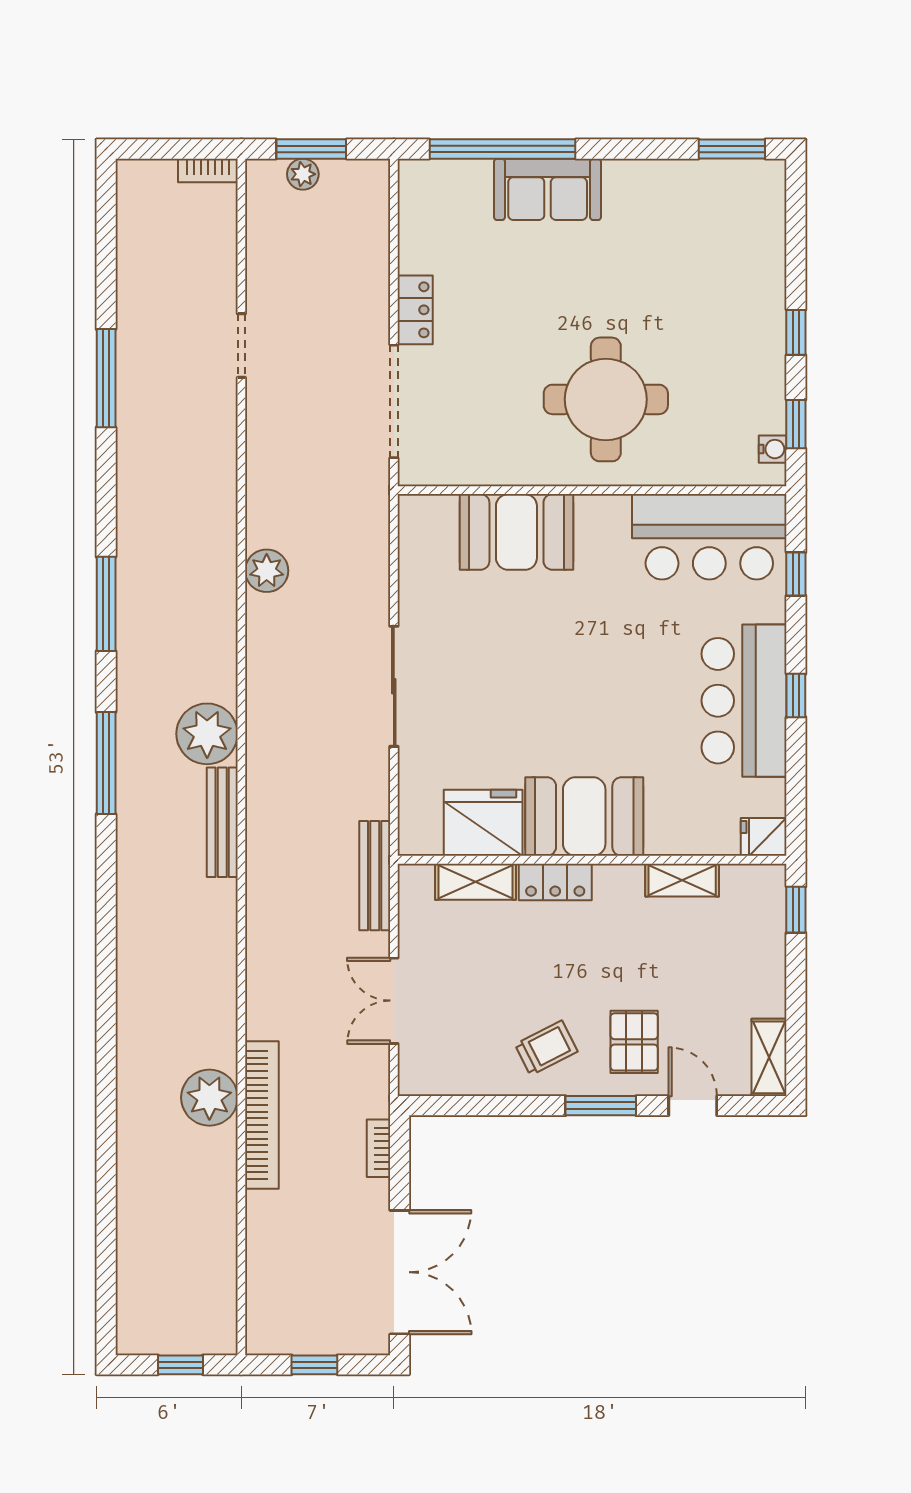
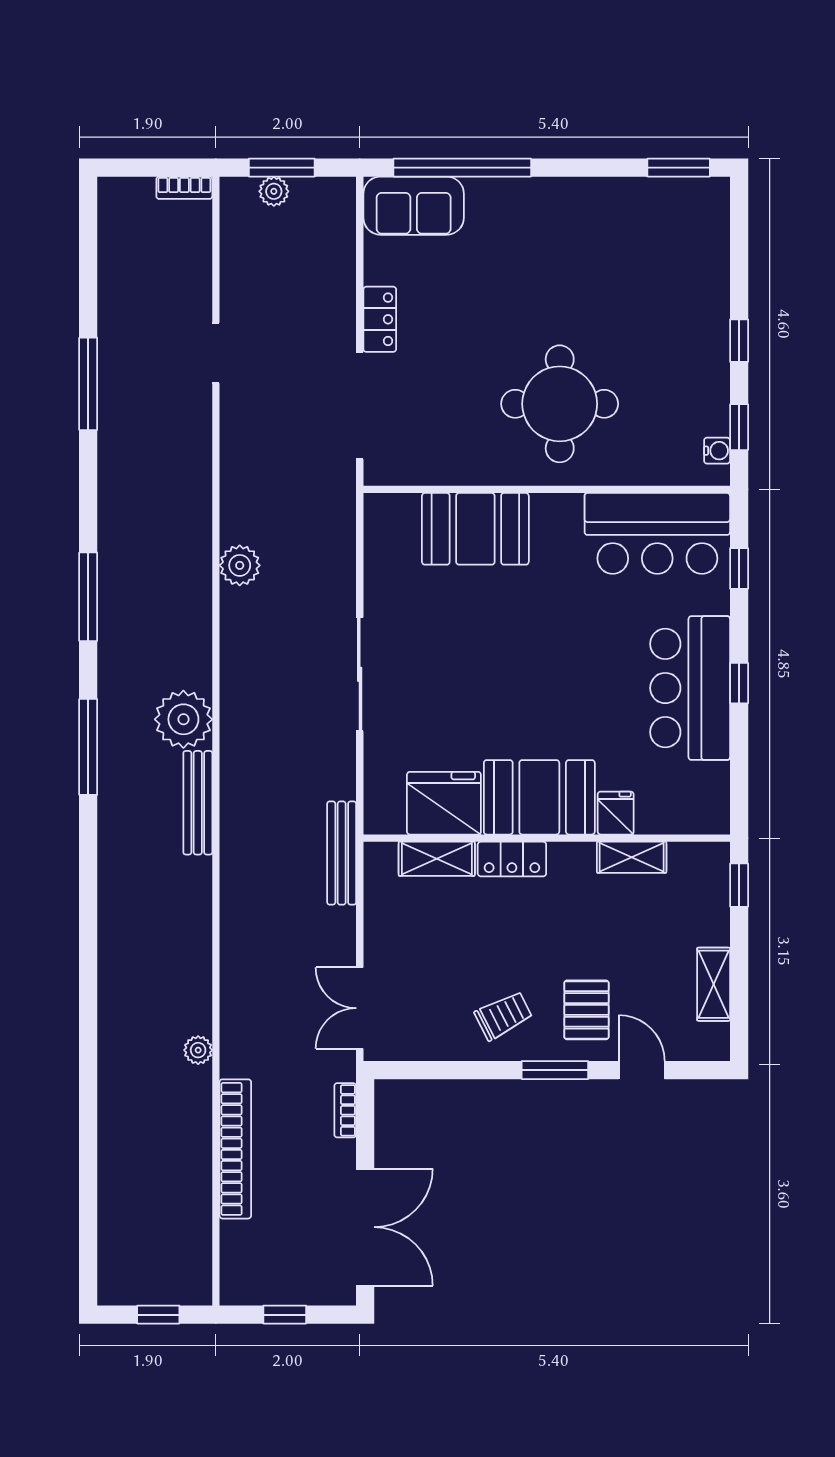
sofa: (548, 189) -> (414, 206), moved
fridge: (764, 837) -> (616, 813), moved, turned 90
double door: (394, 1001) -> (360, 1008), moved
shelving: (769, 1057) -> (714, 984), moved
plant: (209, 1098) -> (198, 1050), width x0.53, depth x0.53
bookcase: (262, 1115) -> (235, 1149), moved

